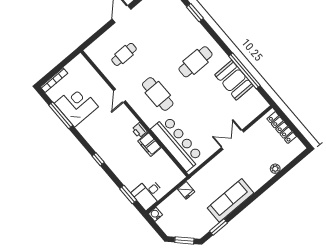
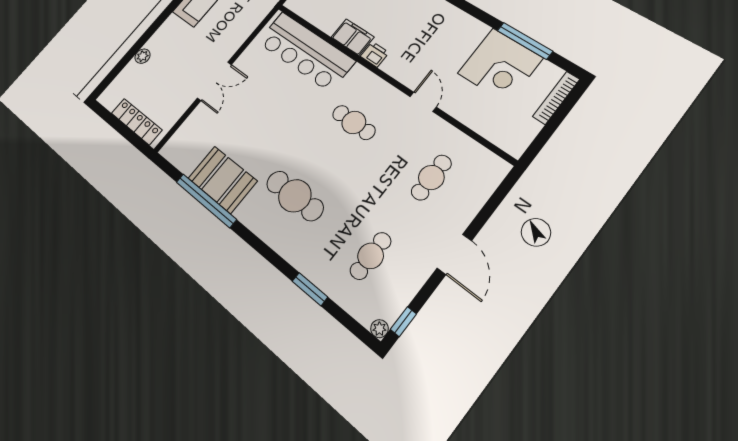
cafe table: (162, 22) -> (371, 256), added
cafe table: (196, 62) -> (295, 196), turned 90
cafe table: (158, 94) -> (354, 122), width x0.73, depth x0.74

